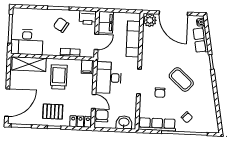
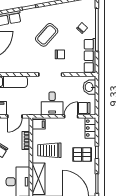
door: (96, 42) -> (15, 116), swing flipped
desk: (108, 78) -> (52, 103), width x0.73
pallet: (53, 112) -> (82, 154), turned 90

